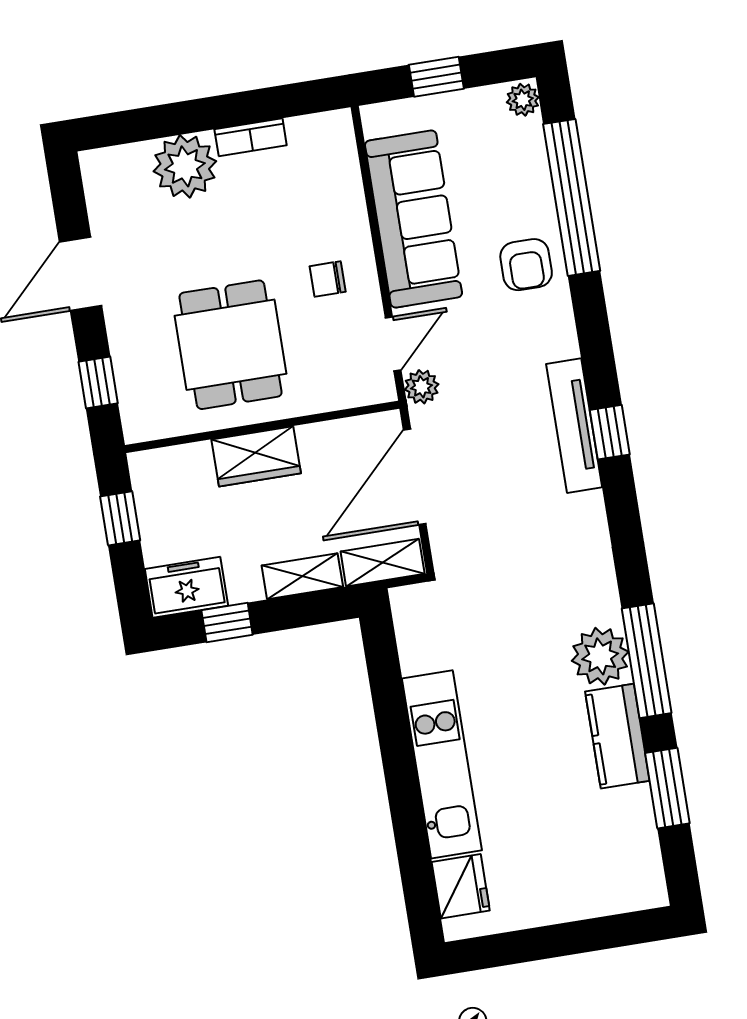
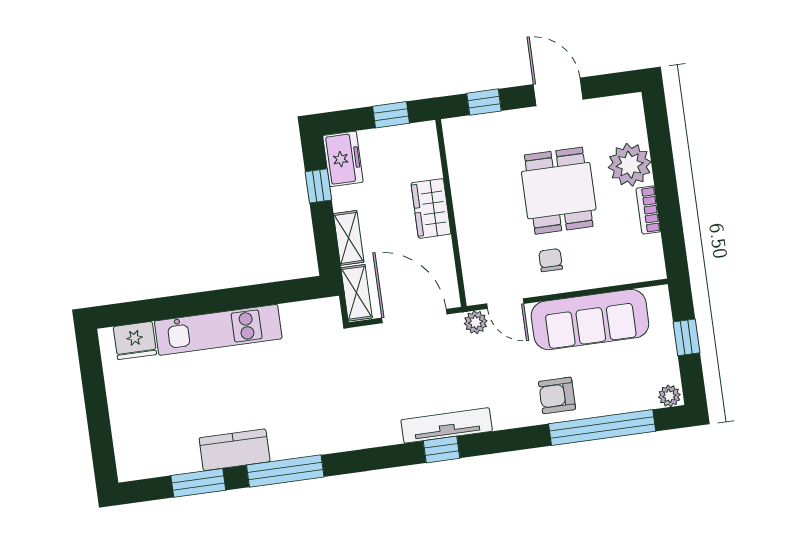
dining table: (231, 345) -> (559, 191), moved, turned 90
plant: (600, 656) -> (289, 439), removed

